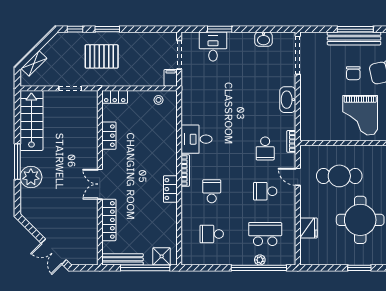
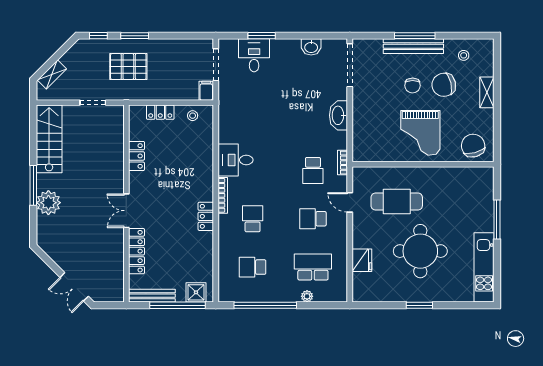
locker: (115, 97) -> (160, 112), moved
window: (259, 268) -> (265, 305), moved

